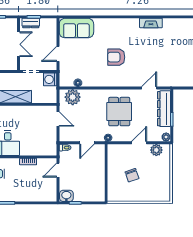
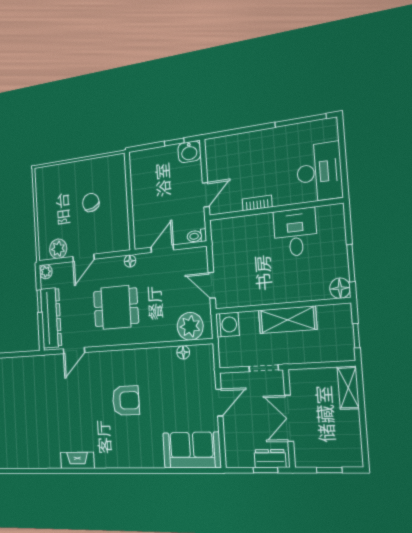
washing machine: (50, 79) -> (227, 325), moved
dining table: (119, 112) -> (116, 307), turned 90

